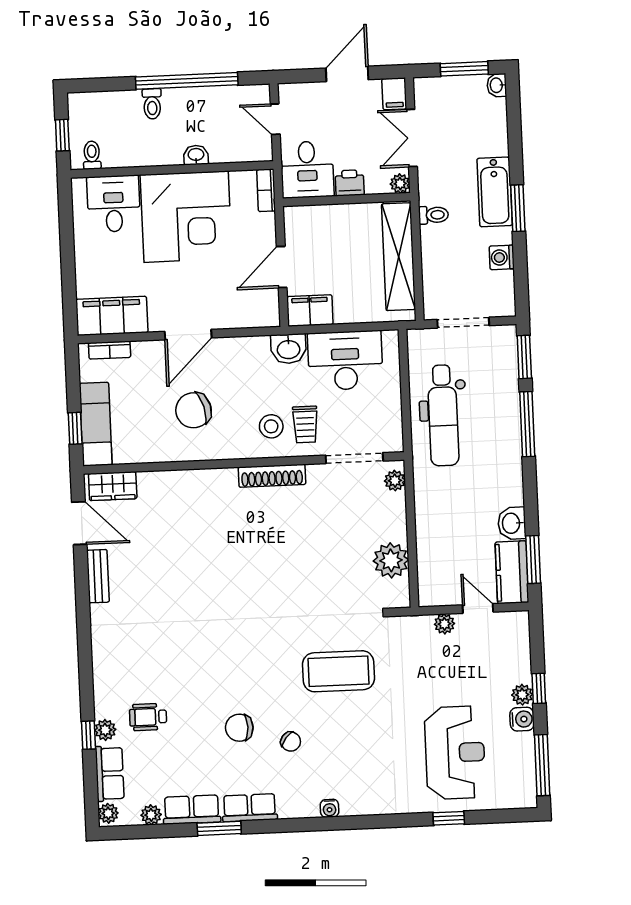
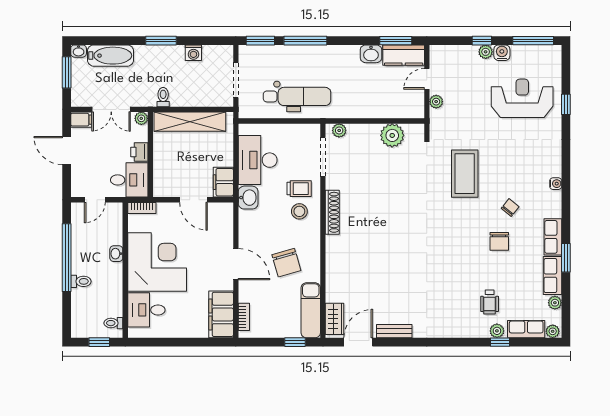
bathtub: (495, 192) -> (111, 56), moved
exam couch: (96, 424) -> (311, 310), moved, turned -90

